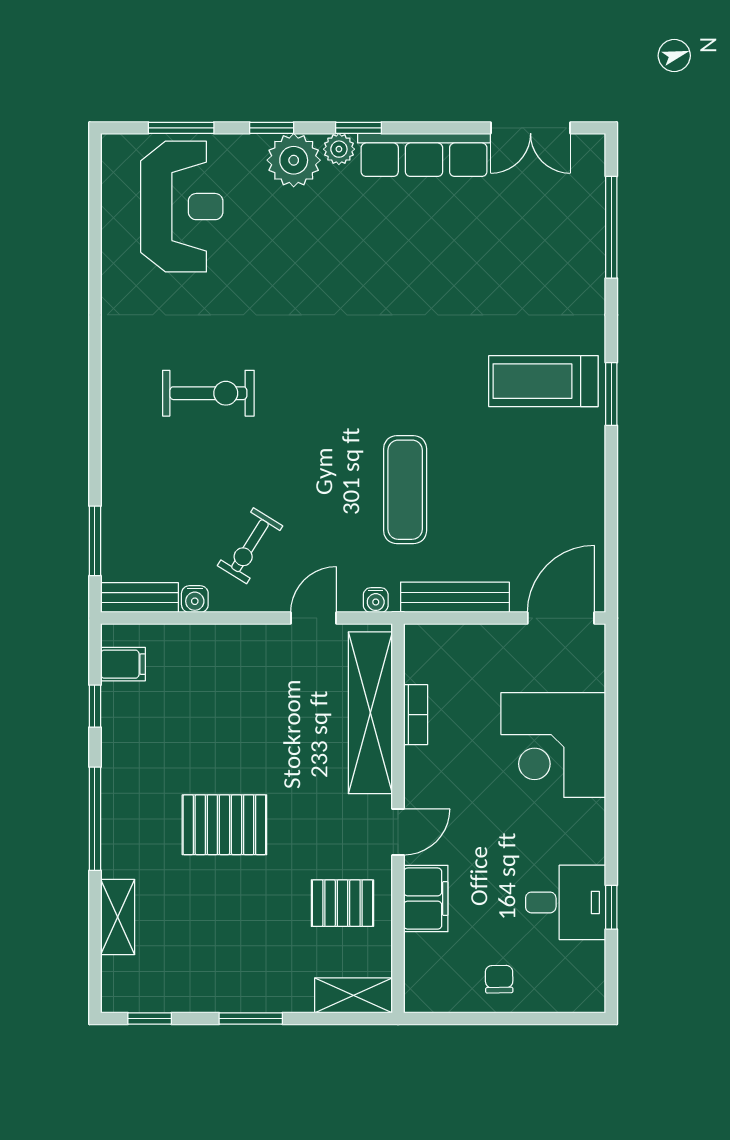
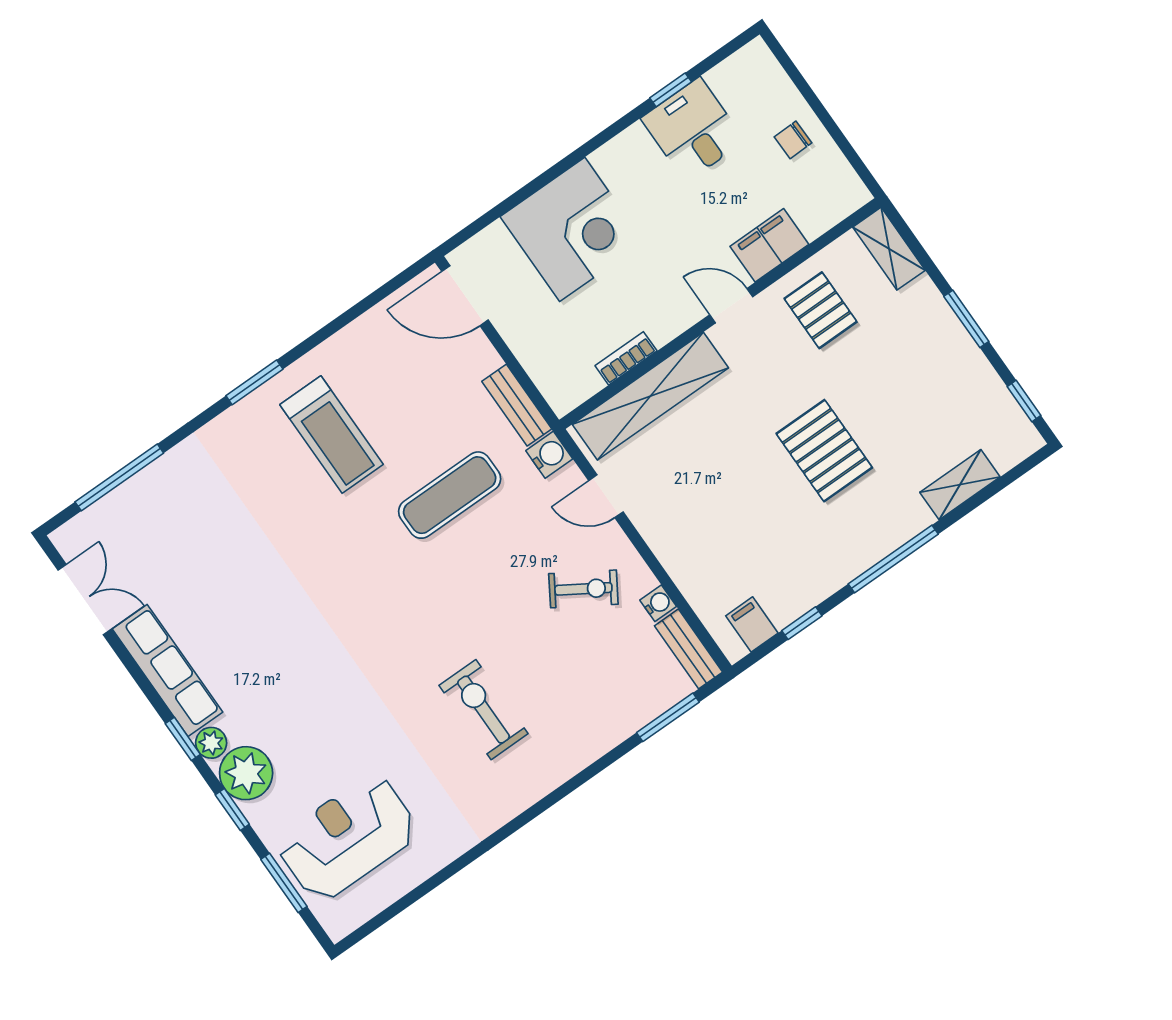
treadmill: (543, 381) -> (332, 435), moved
bench: (455, 597) -> (517, 405), width x0.73
water cooler: (376, 600) -> (549, 455), width x1.38, depth x1.38

